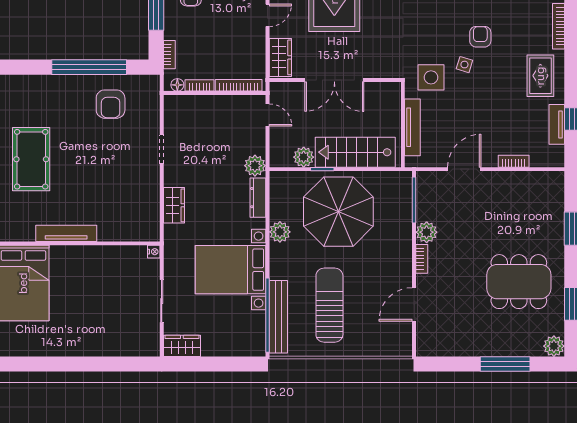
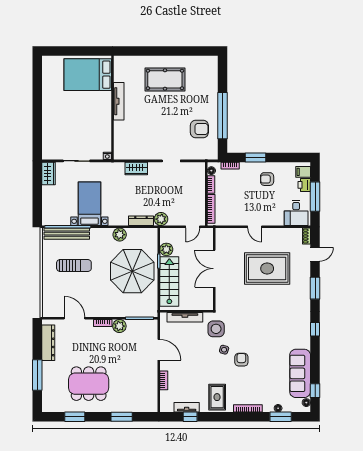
armchair: (480, 37) -> (241, 360), turned -90
wardrobe: (280, 57) -> (228, 235), removed
rug: (540, 76) -> (217, 397), turned 90
armchair: (111, 104) -> (199, 129), turned 180
bed with nightstands: (230, 270) -> (89, 204), width x0.73
dining table: (519, 282) -> (89, 384), turned 90
sun lounger: (329, 305) -> (74, 265), width x0.73, depth x0.75
dresser: (453, 346) -> (48, 343), added
plant: (554, 346) -> (48, 405), removed

